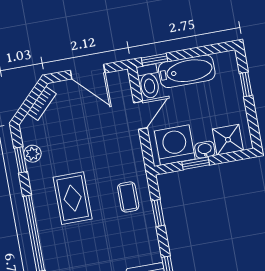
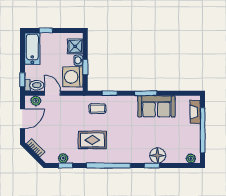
bathtub: (187, 71) -> (32, 49), moved
plant: (123, 89) -> (36, 101), added

